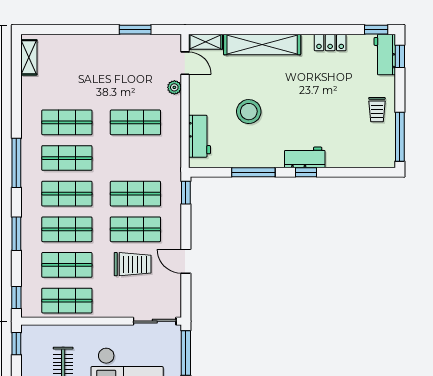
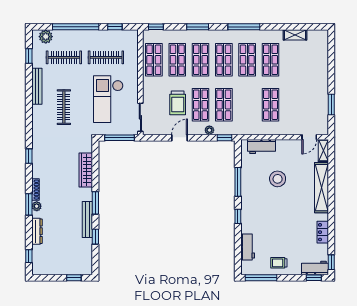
shelving: (29, 57) -> (295, 35), moved
plant: (174, 87) -> (209, 130), moved
workbench: (305, 157) -> (248, 247), moved
window: (16, 344) -> (115, 27), moved

